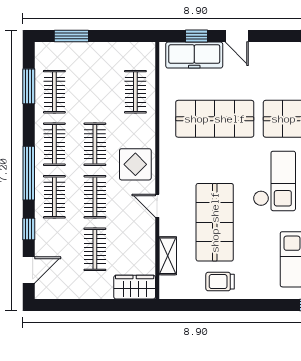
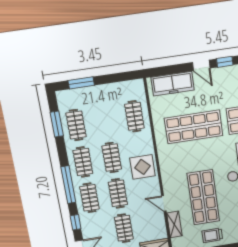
window: (197, 36) -> (225, 62), moved
door: (157, 206) -> (164, 203), moved

